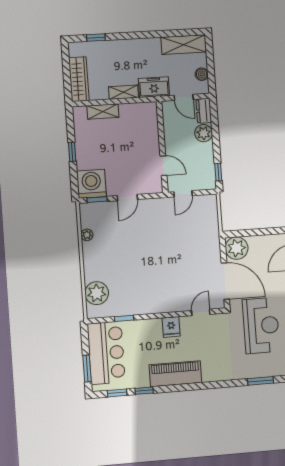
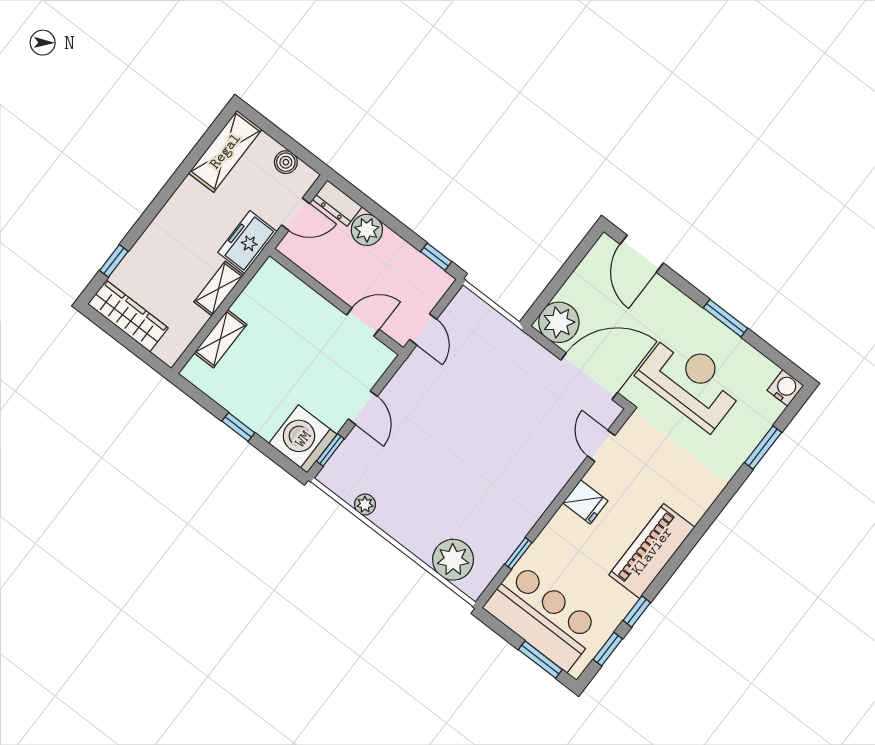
wardrobe: (79, 79) -> (128, 316), moved

